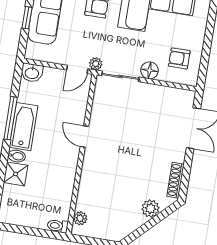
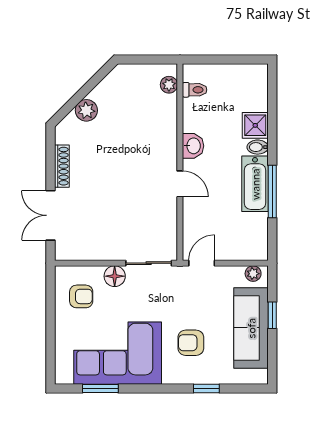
plant: (96, 64) -> (253, 274), moved
washbasin: (32, 73) -> (193, 146), moved, turned 90
shoe rack: (175, 180) -> (62, 166), moved
toilet: (58, 226) -> (195, 90), moved

